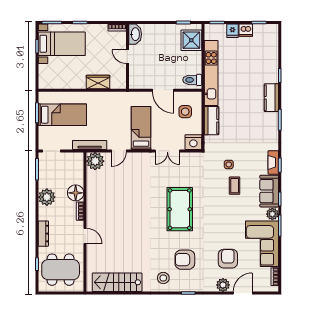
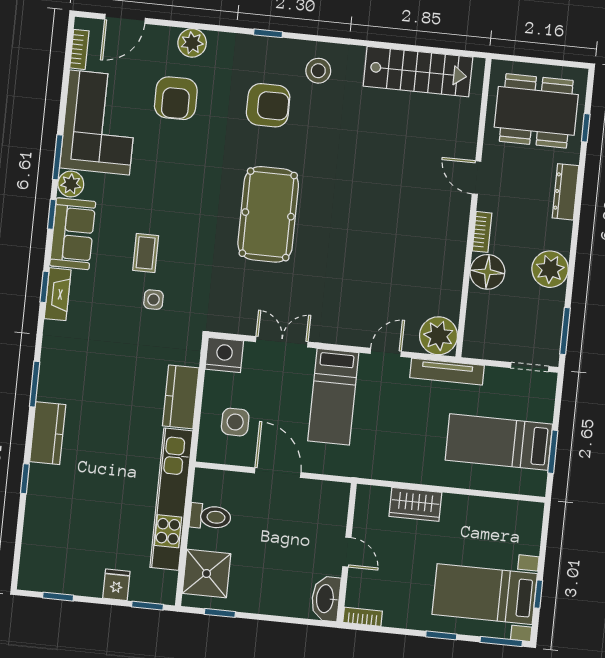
dishwasher: (246, 30) -> (88, 583), removed
toilet: (192, 80) -> (210, 517), moved
door: (243, 293) -> (125, 19), moved

